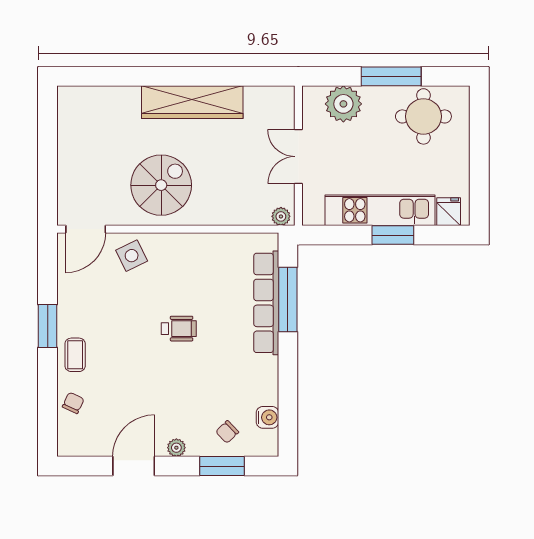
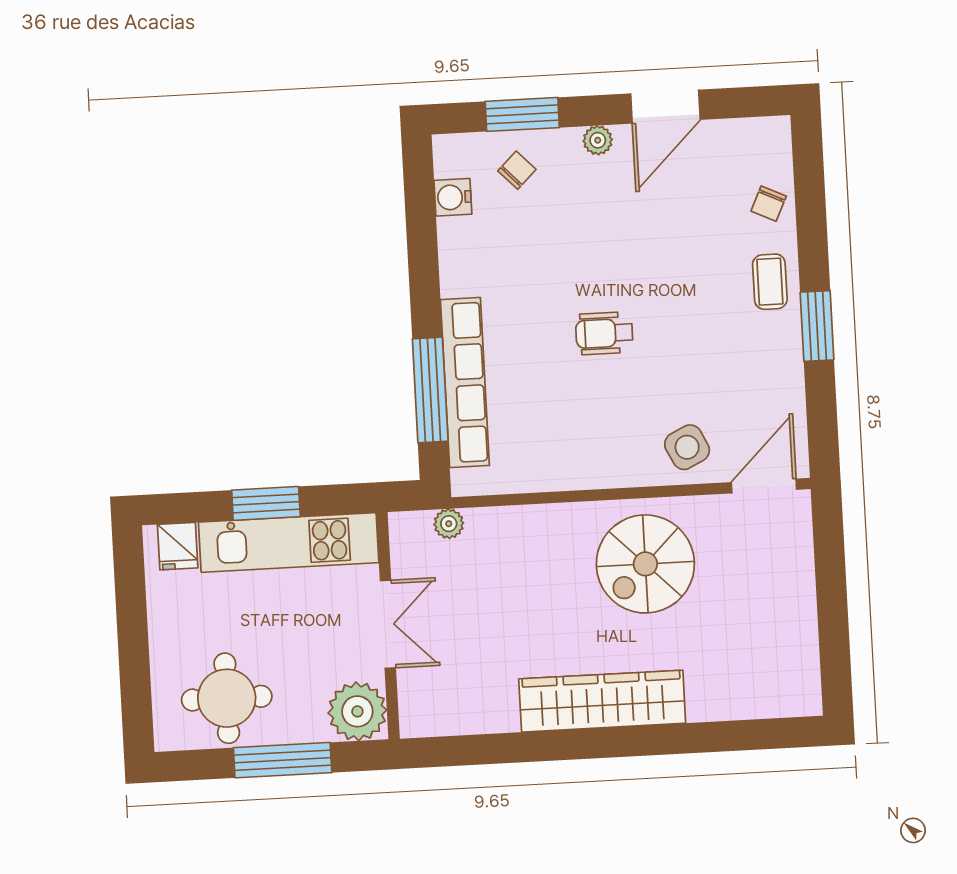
wall: (298, 156) -> (388, 626), moved
double door: (298, 157) -> (388, 624), moved

